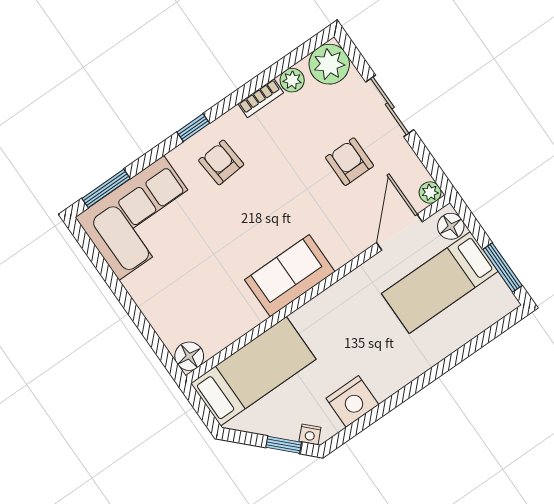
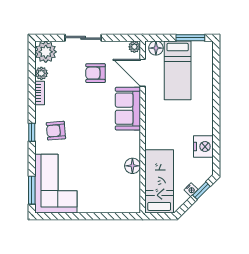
sofa: (290, 276) -> (128, 109), moved
floor lamp: (189, 356) -> (132, 166), moved
nightstand: (310, 434) -> (191, 190), moved

